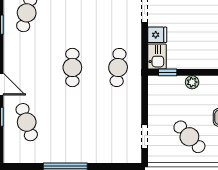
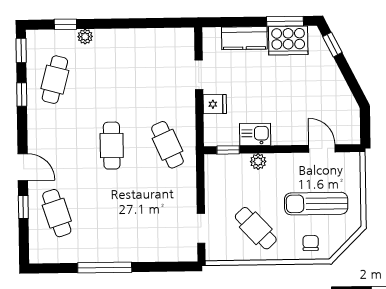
kitchen sink: (157, 57) -> (255, 134), moved, turned -90
cafe table: (118, 67) -> (167, 145), turned -30

